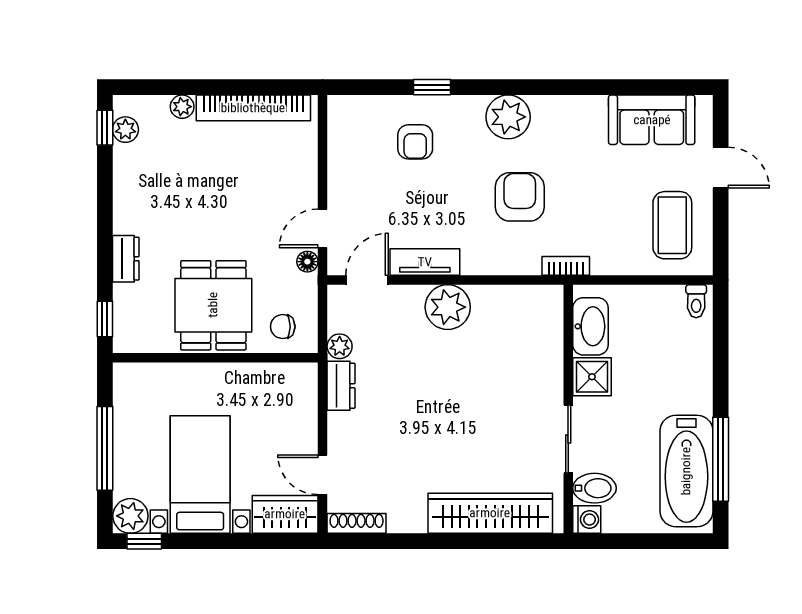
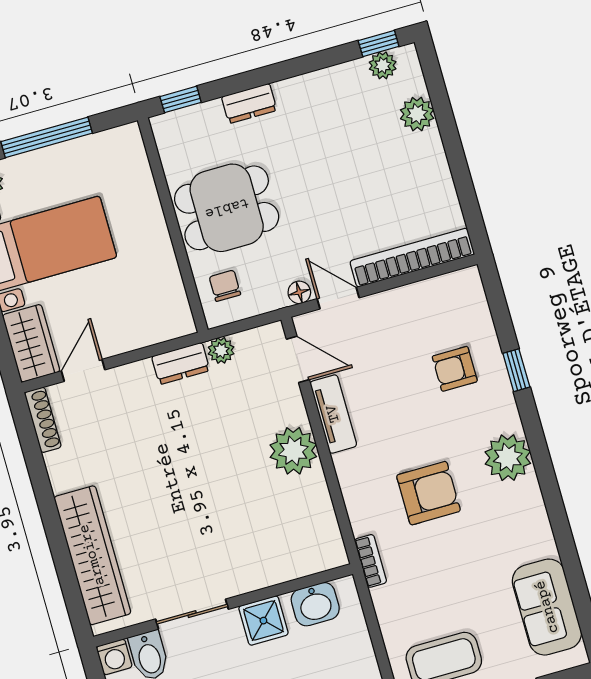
plant: (182, 107) -> (417, 114), width x1.38, depth x1.38
bookcase: (253, 108) -> (412, 258), moved, turned 90
washbasin: (590, 326) -> (315, 604), width x0.72

